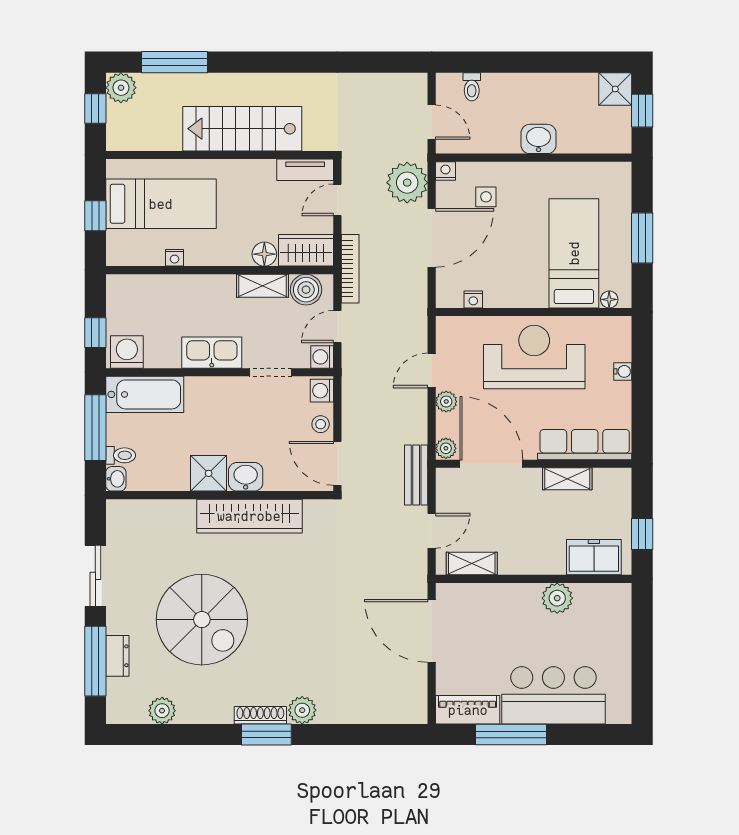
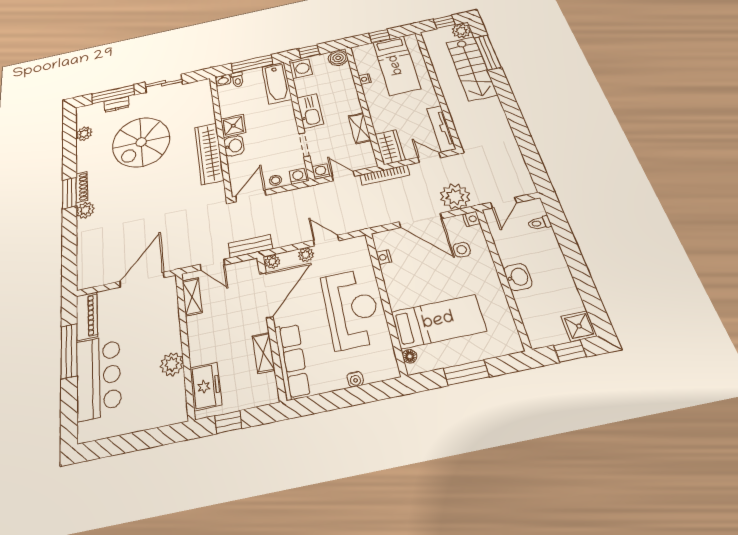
stairs: (242, 129) -> (471, 68), moved, turned 180
tv unit: (305, 170) -> (441, 129), width x1.41
floor lamp: (264, 254) -> (381, 125), removed
boiler: (306, 290) -> (338, 58), moved

